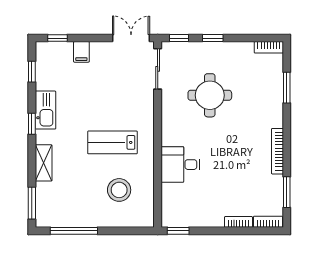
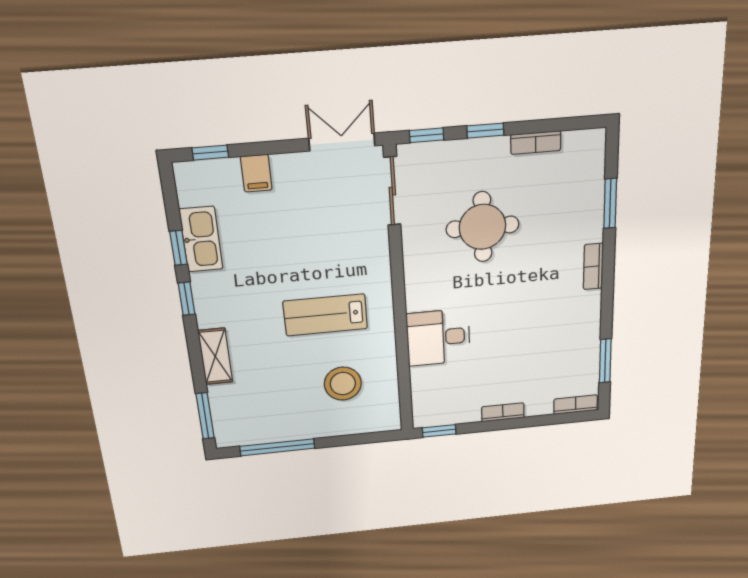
bookcase: (269, 47) -> (536, 143), moved
window: (32, 72) -> (178, 248), moved
kitchen sink: (45, 110) -> (201, 239), moved
bookcase: (277, 151) -> (593, 266), moved, width x0.64
bookcase: (238, 222) -> (503, 412), moved

